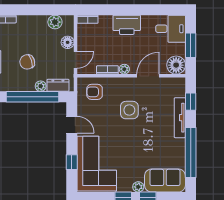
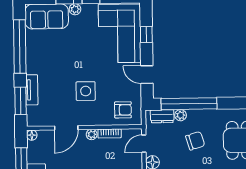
floor lamp: (176, 65) -> (32, 135), width x0.53, depth x0.53
window: (191, 102) -> (20, 101), width x1.50
tv unit: (180, 118) -> (32, 90), width x0.71

